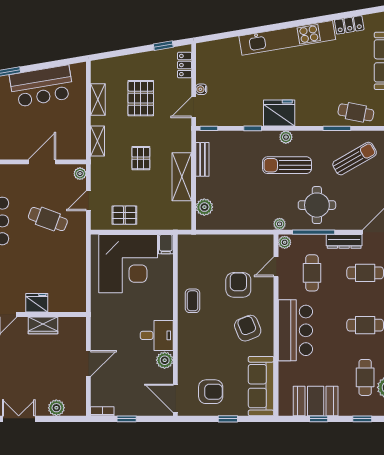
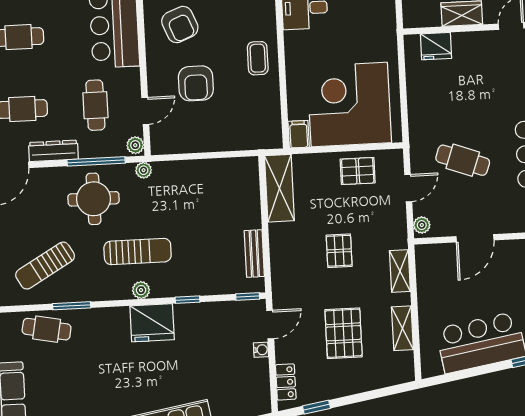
shelving: (182, 177) -> (279, 188), moved
plant: (204, 207) -> (248, 188), removed
fridge: (37, 303) -> (436, 46), moved

